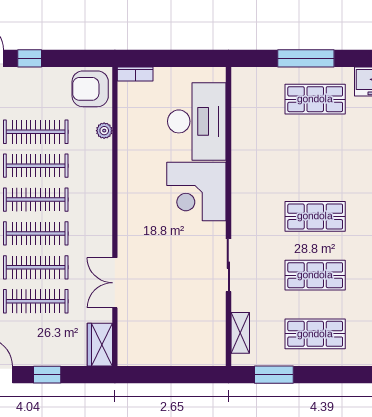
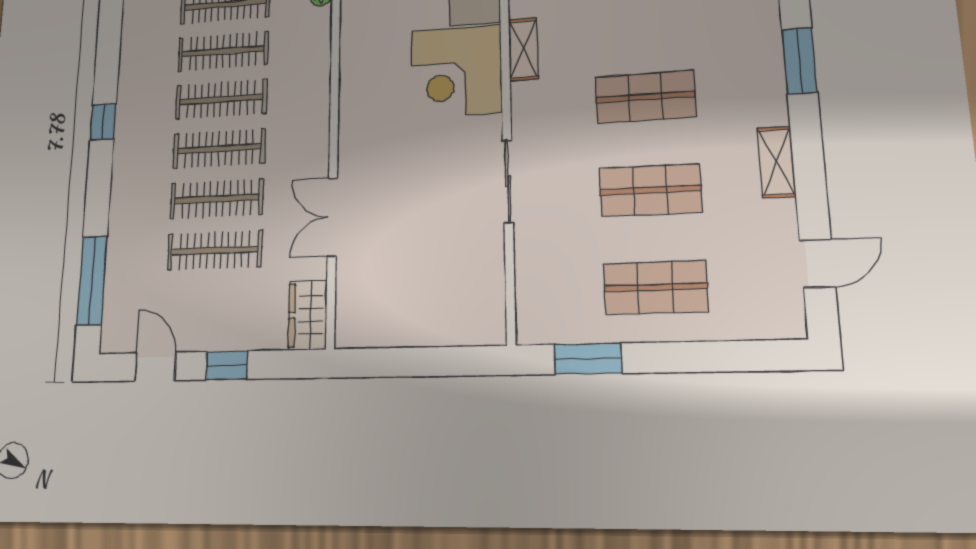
shelving: (240, 333) -> (523, 49), moved

